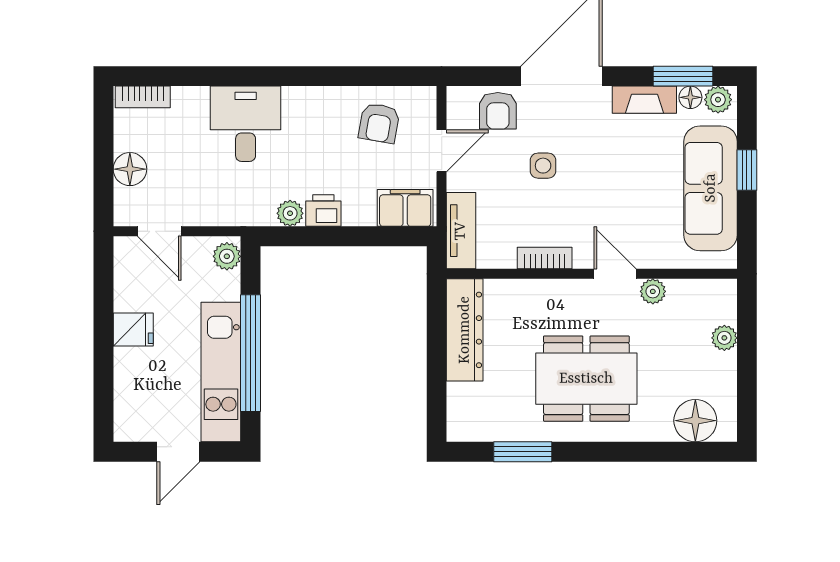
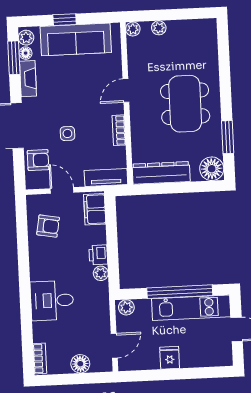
plant: (653, 291) -> (133, 29), moved
floor lamp: (695, 421) -> (212, 169), moved

